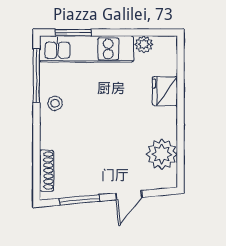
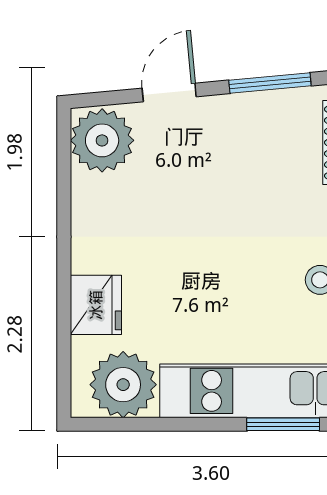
plant: (144, 44) -> (123, 385), width x1.87, depth x1.87
plant: (162, 154) -> (102, 140), moved

